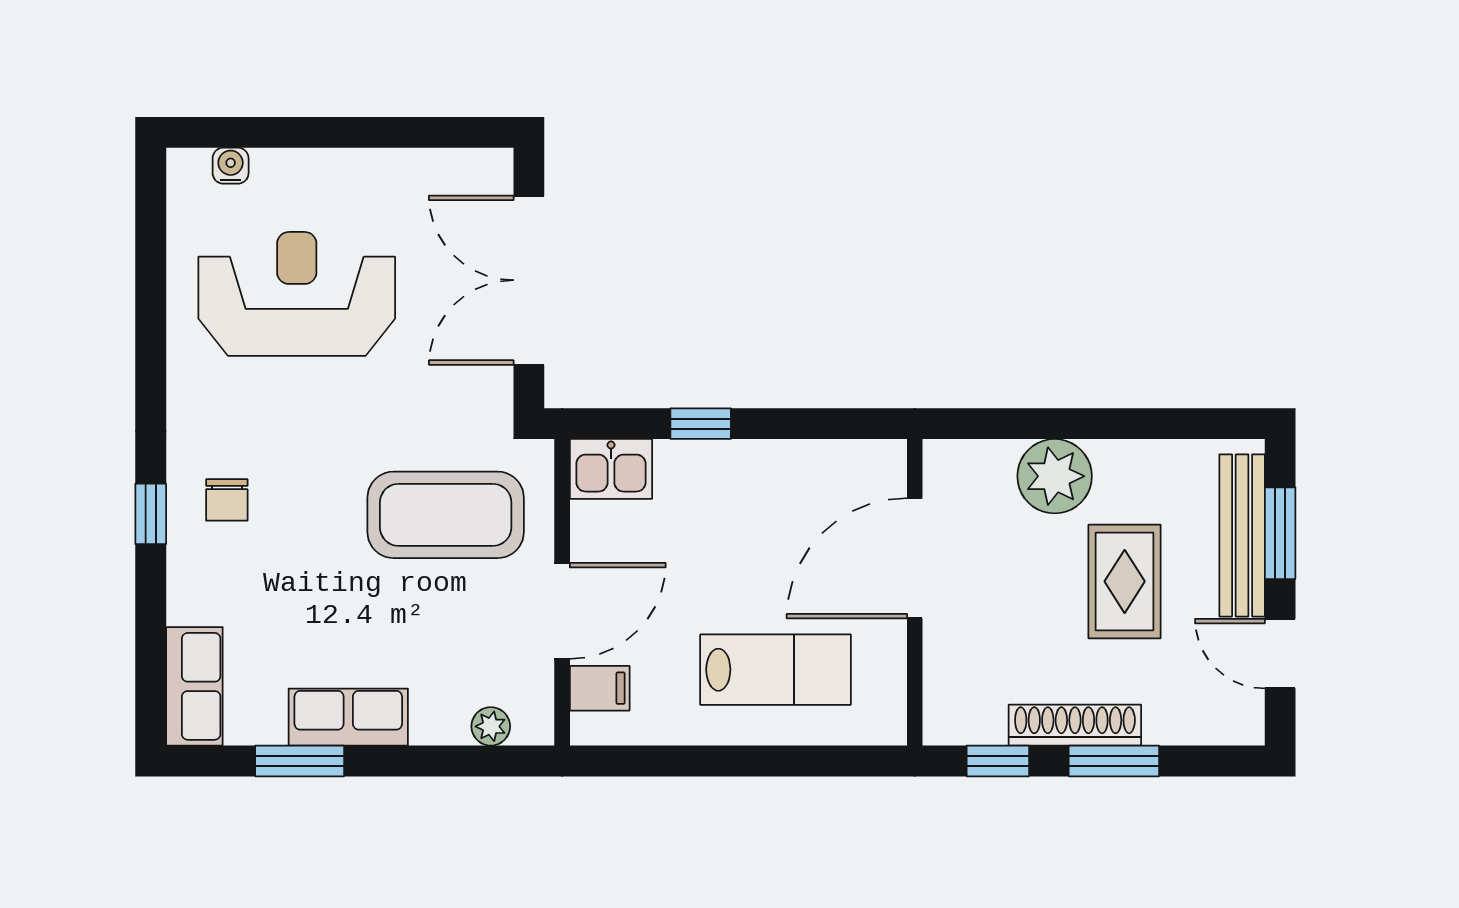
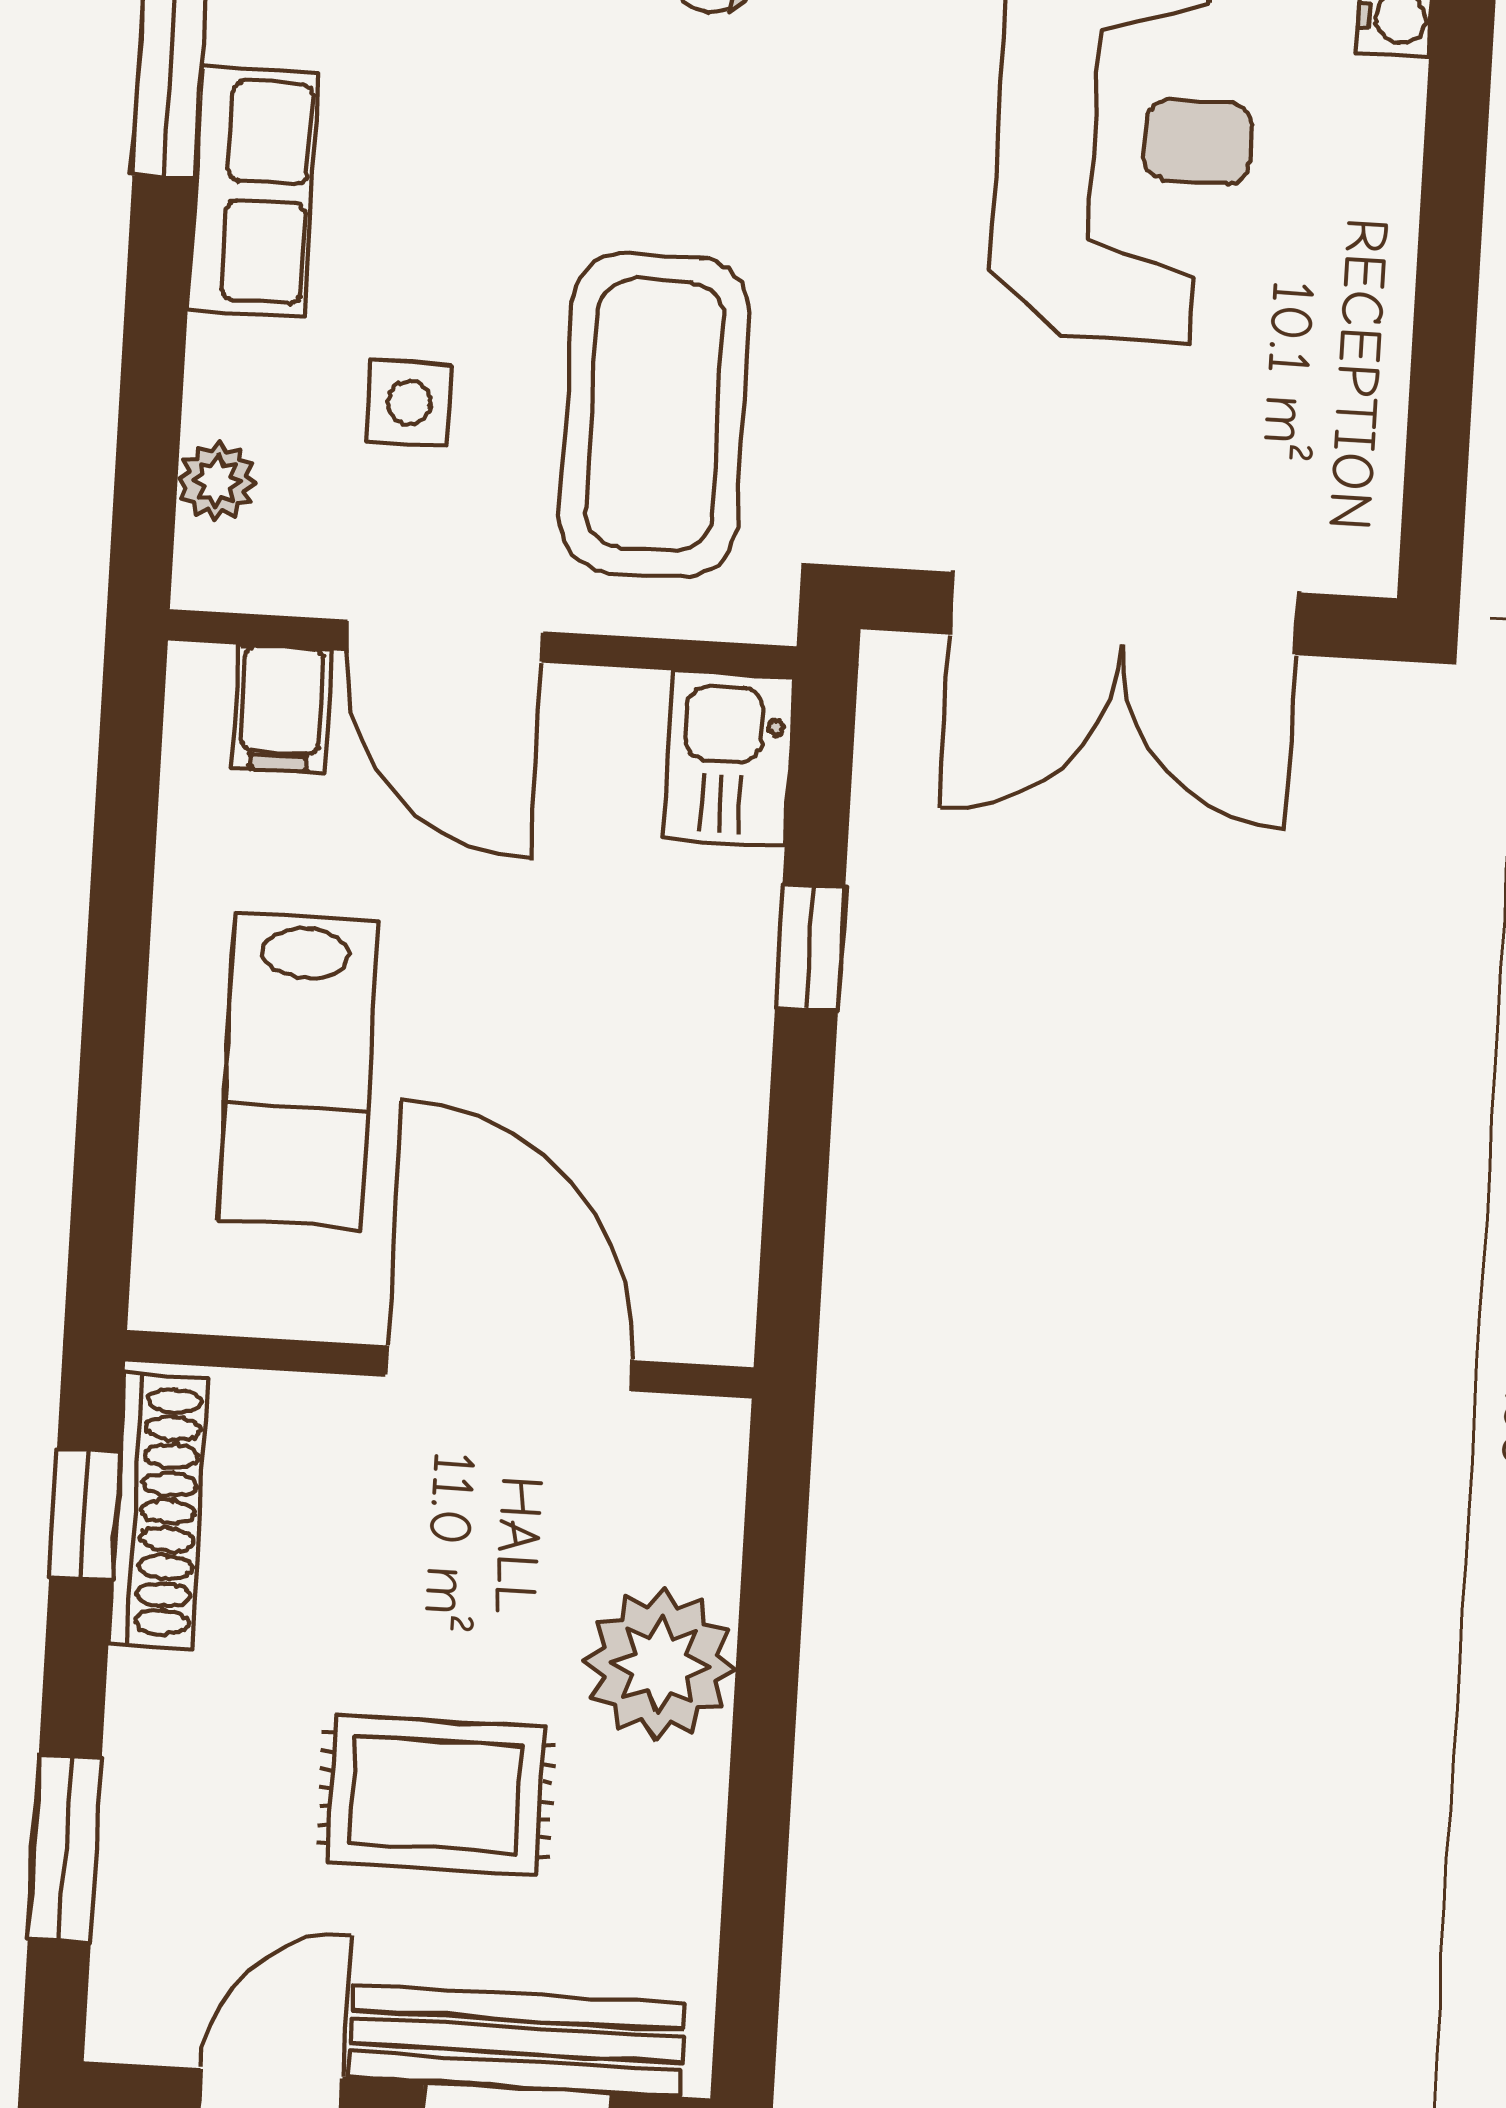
double door: (529, 280) -> (1124, 613), swing flipped
side table: (447, 635) -> (409, 403), added
shoe rack: (1075, 725) -> (158, 1511), moved
window: (1114, 761) -> (65, 1849), moved

